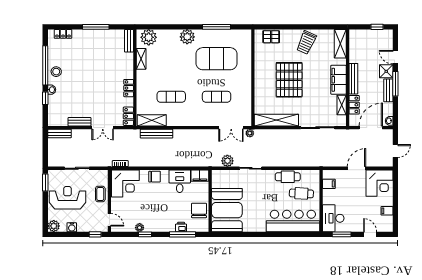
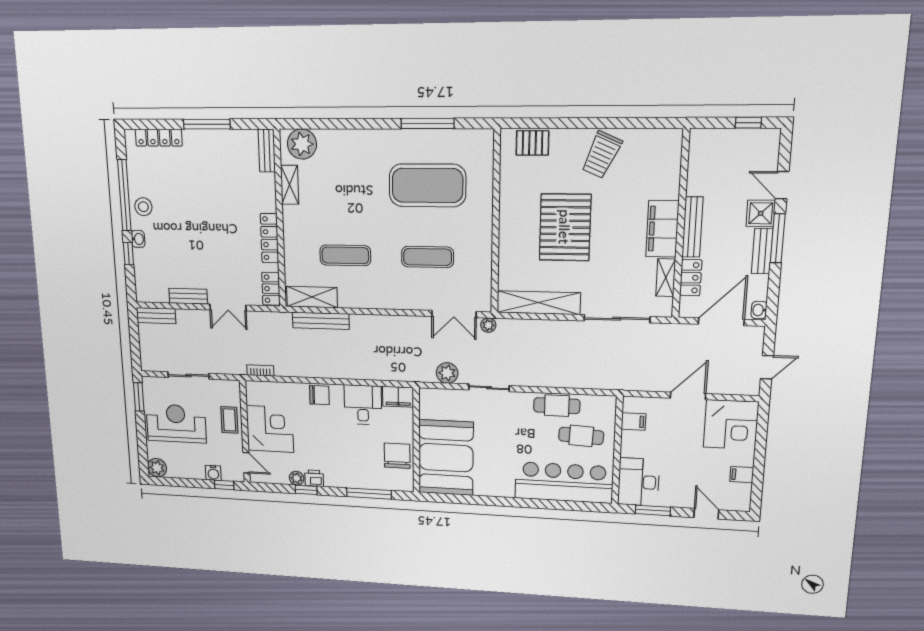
locker: (63, 34) -> (159, 138), width x1.53
plant: (187, 37) -> (373, 143), removed
shelving: (340, 44) -> (670, 157), removed
locker: (129, 88) -> (269, 238), width x1.53
corner desk: (125, 183) -> (270, 429), moved, turned -90
water cooler: (72, 227) -> (213, 473), moved
printer: (181, 227) -> (314, 478), moved

